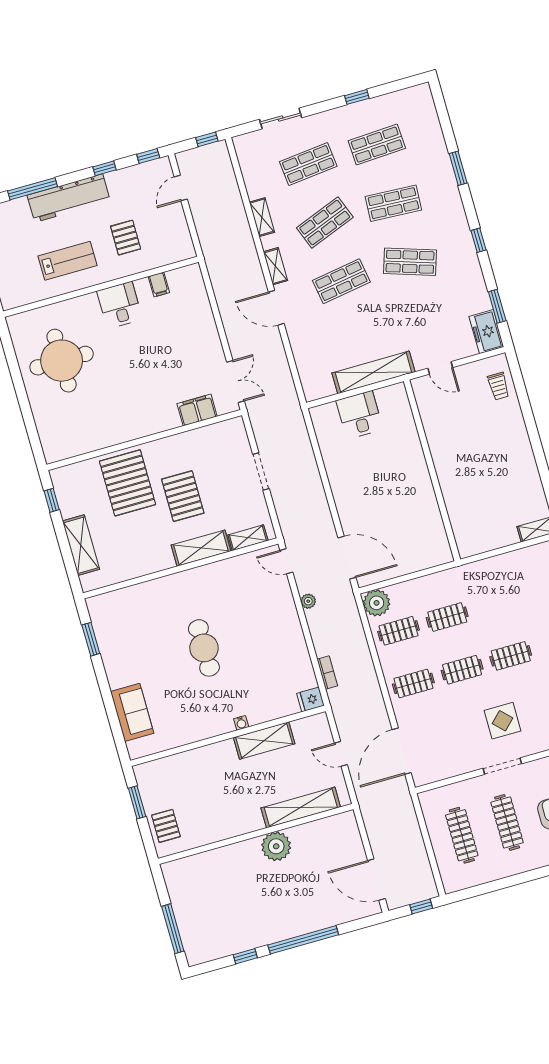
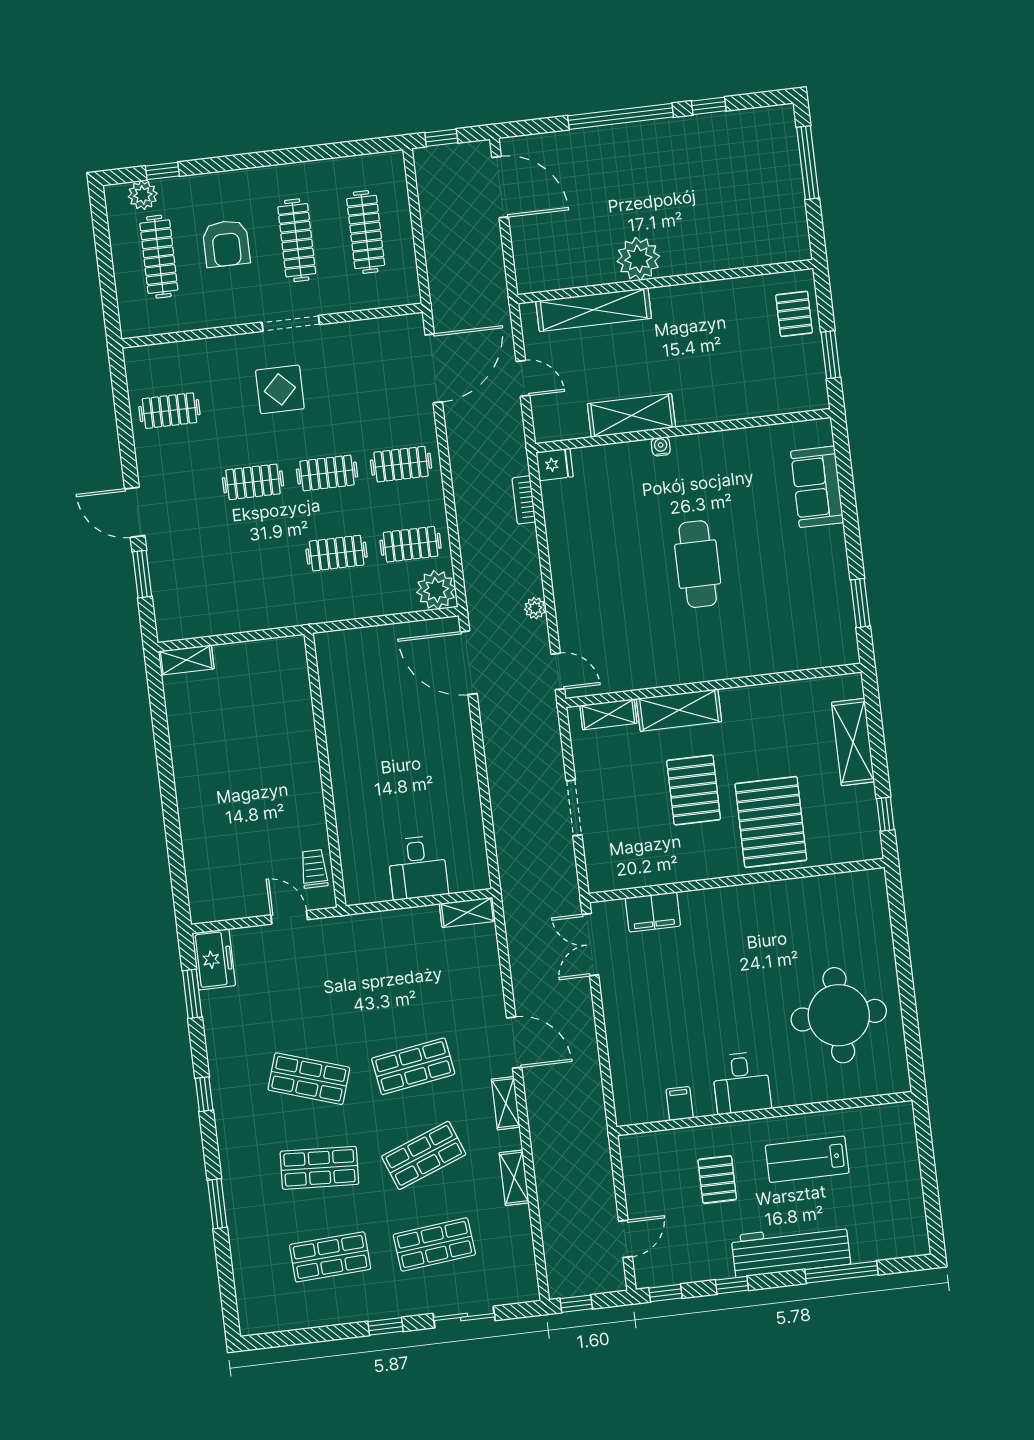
window: (357, 97) -> (385, 1326), moved
shelving: (373, 372) -> (467, 912), moved, width x0.45, depth x0.75
trolley: (498, 386) -> (314, 869), moved

